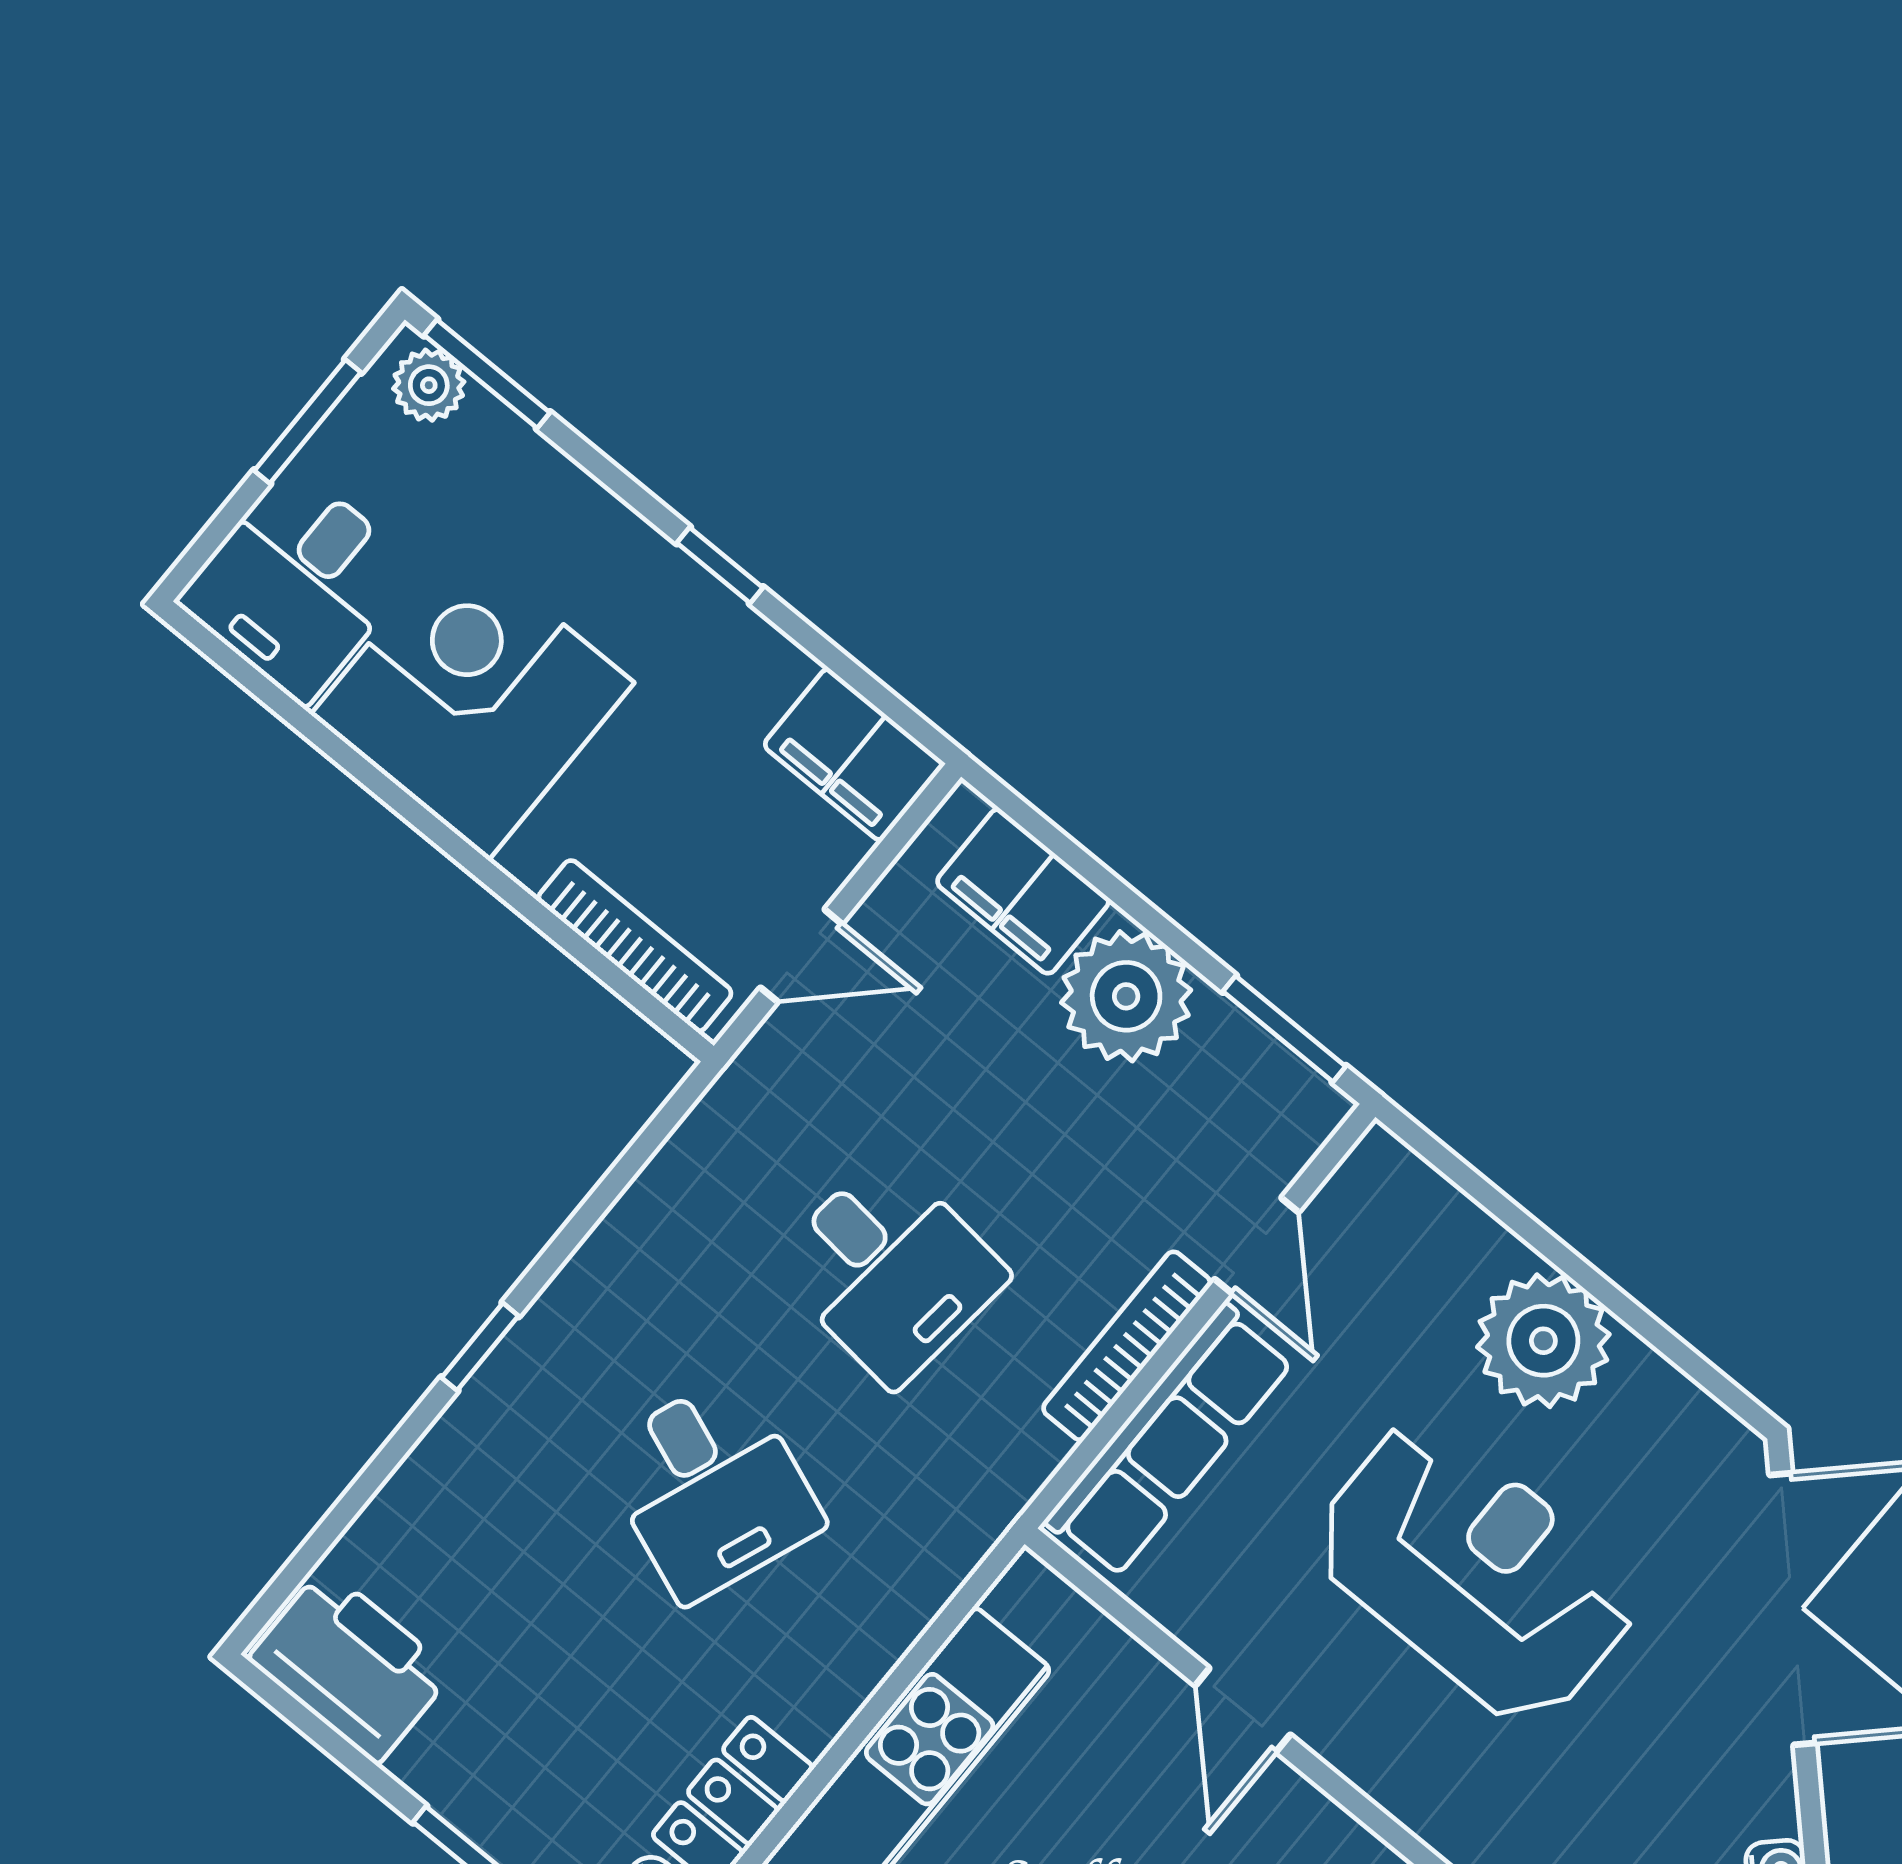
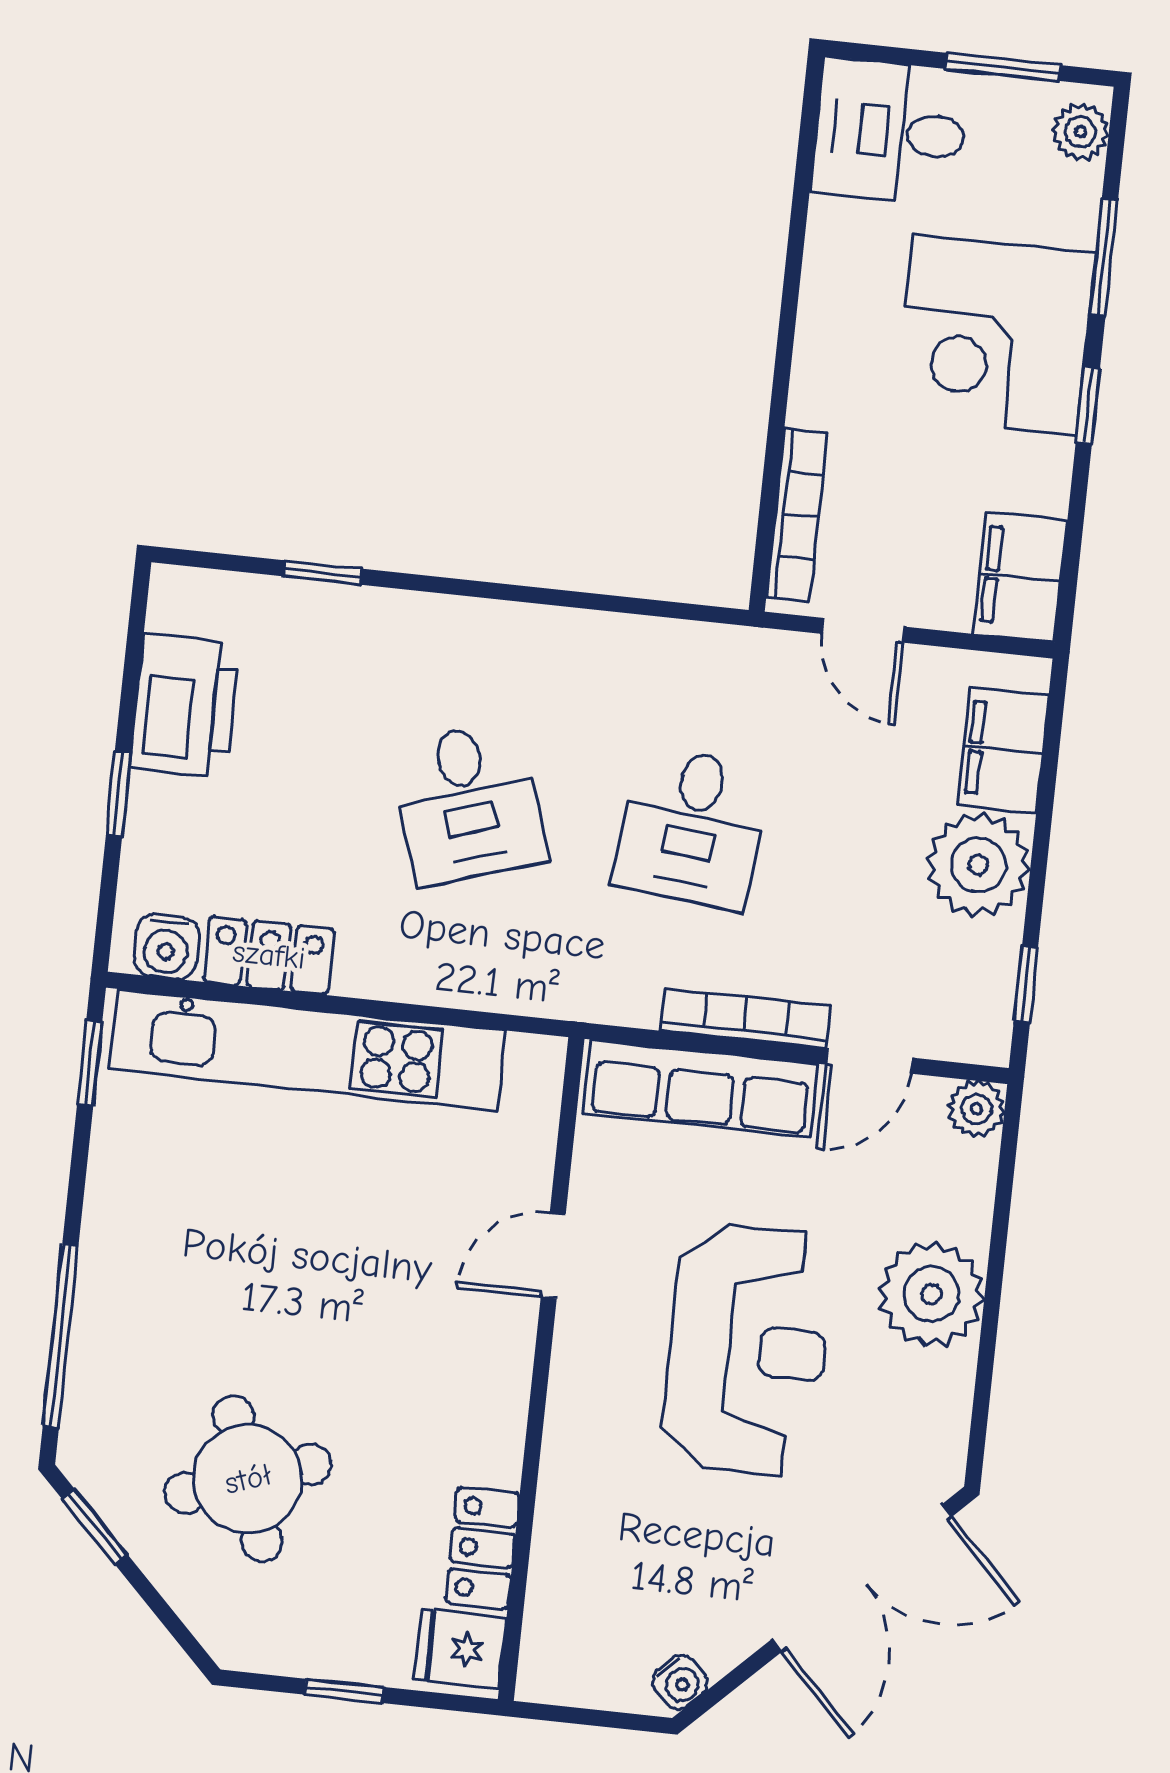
window: (487, 374) -> (1104, 257), moved
corner desk: (472, 699) -> (995, 335), moved, turned 180
window: (1284, 1029) -> (1026, 985), width x0.67
plant: (1380, 1166) -> (976, 1109), added
window: (480, 1347) -> (322, 572), moved
desk: (711, 1488) -> (468, 803), turned -39
printer: (351, 1666) -> (185, 706), moved

